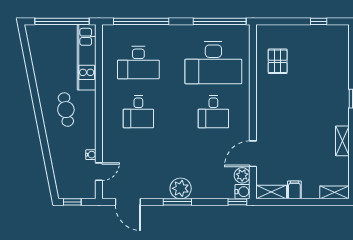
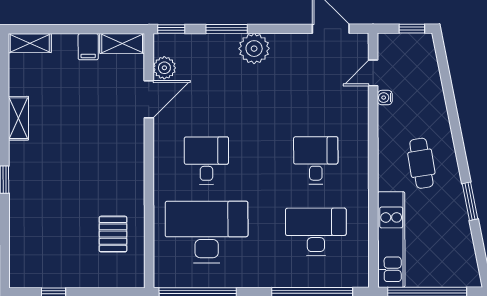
window: (33, 83) -> (470, 201), added
water cooler: (243, 192) -> (164, 44), removed
window: (177, 202) -> (227, 29), moved

